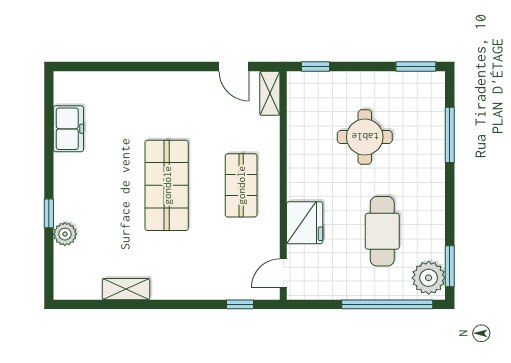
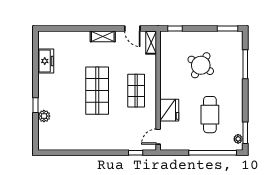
round table: (365, 137) -> (201, 65), turned 32
plant: (429, 278) -> (238, 139), width x0.53, depth x0.53
shelving: (126, 289) -> (103, 36), moved

